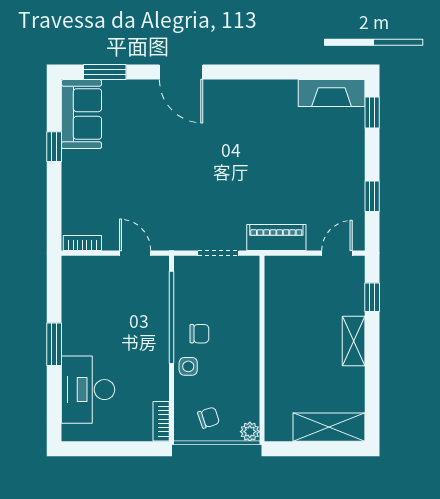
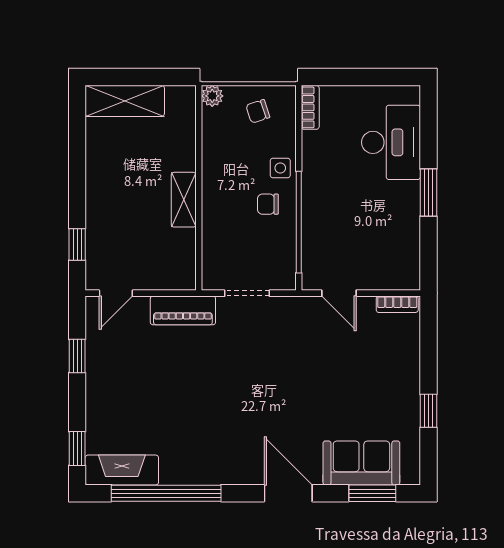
window: (291, 72) -> (166, 493), added
sofa: (81, 114) -> (361, 463), moved, turned 90
shelving: (354, 341) -> (184, 200), moved

